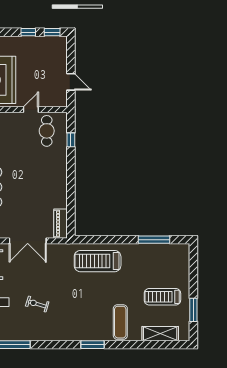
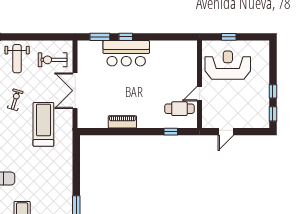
door: (31, 110) -> (200, 94), swing flipped
piano: (61, 224) -> (122, 122), moved
treadmill: (98, 261) -> (43, 124), moved

